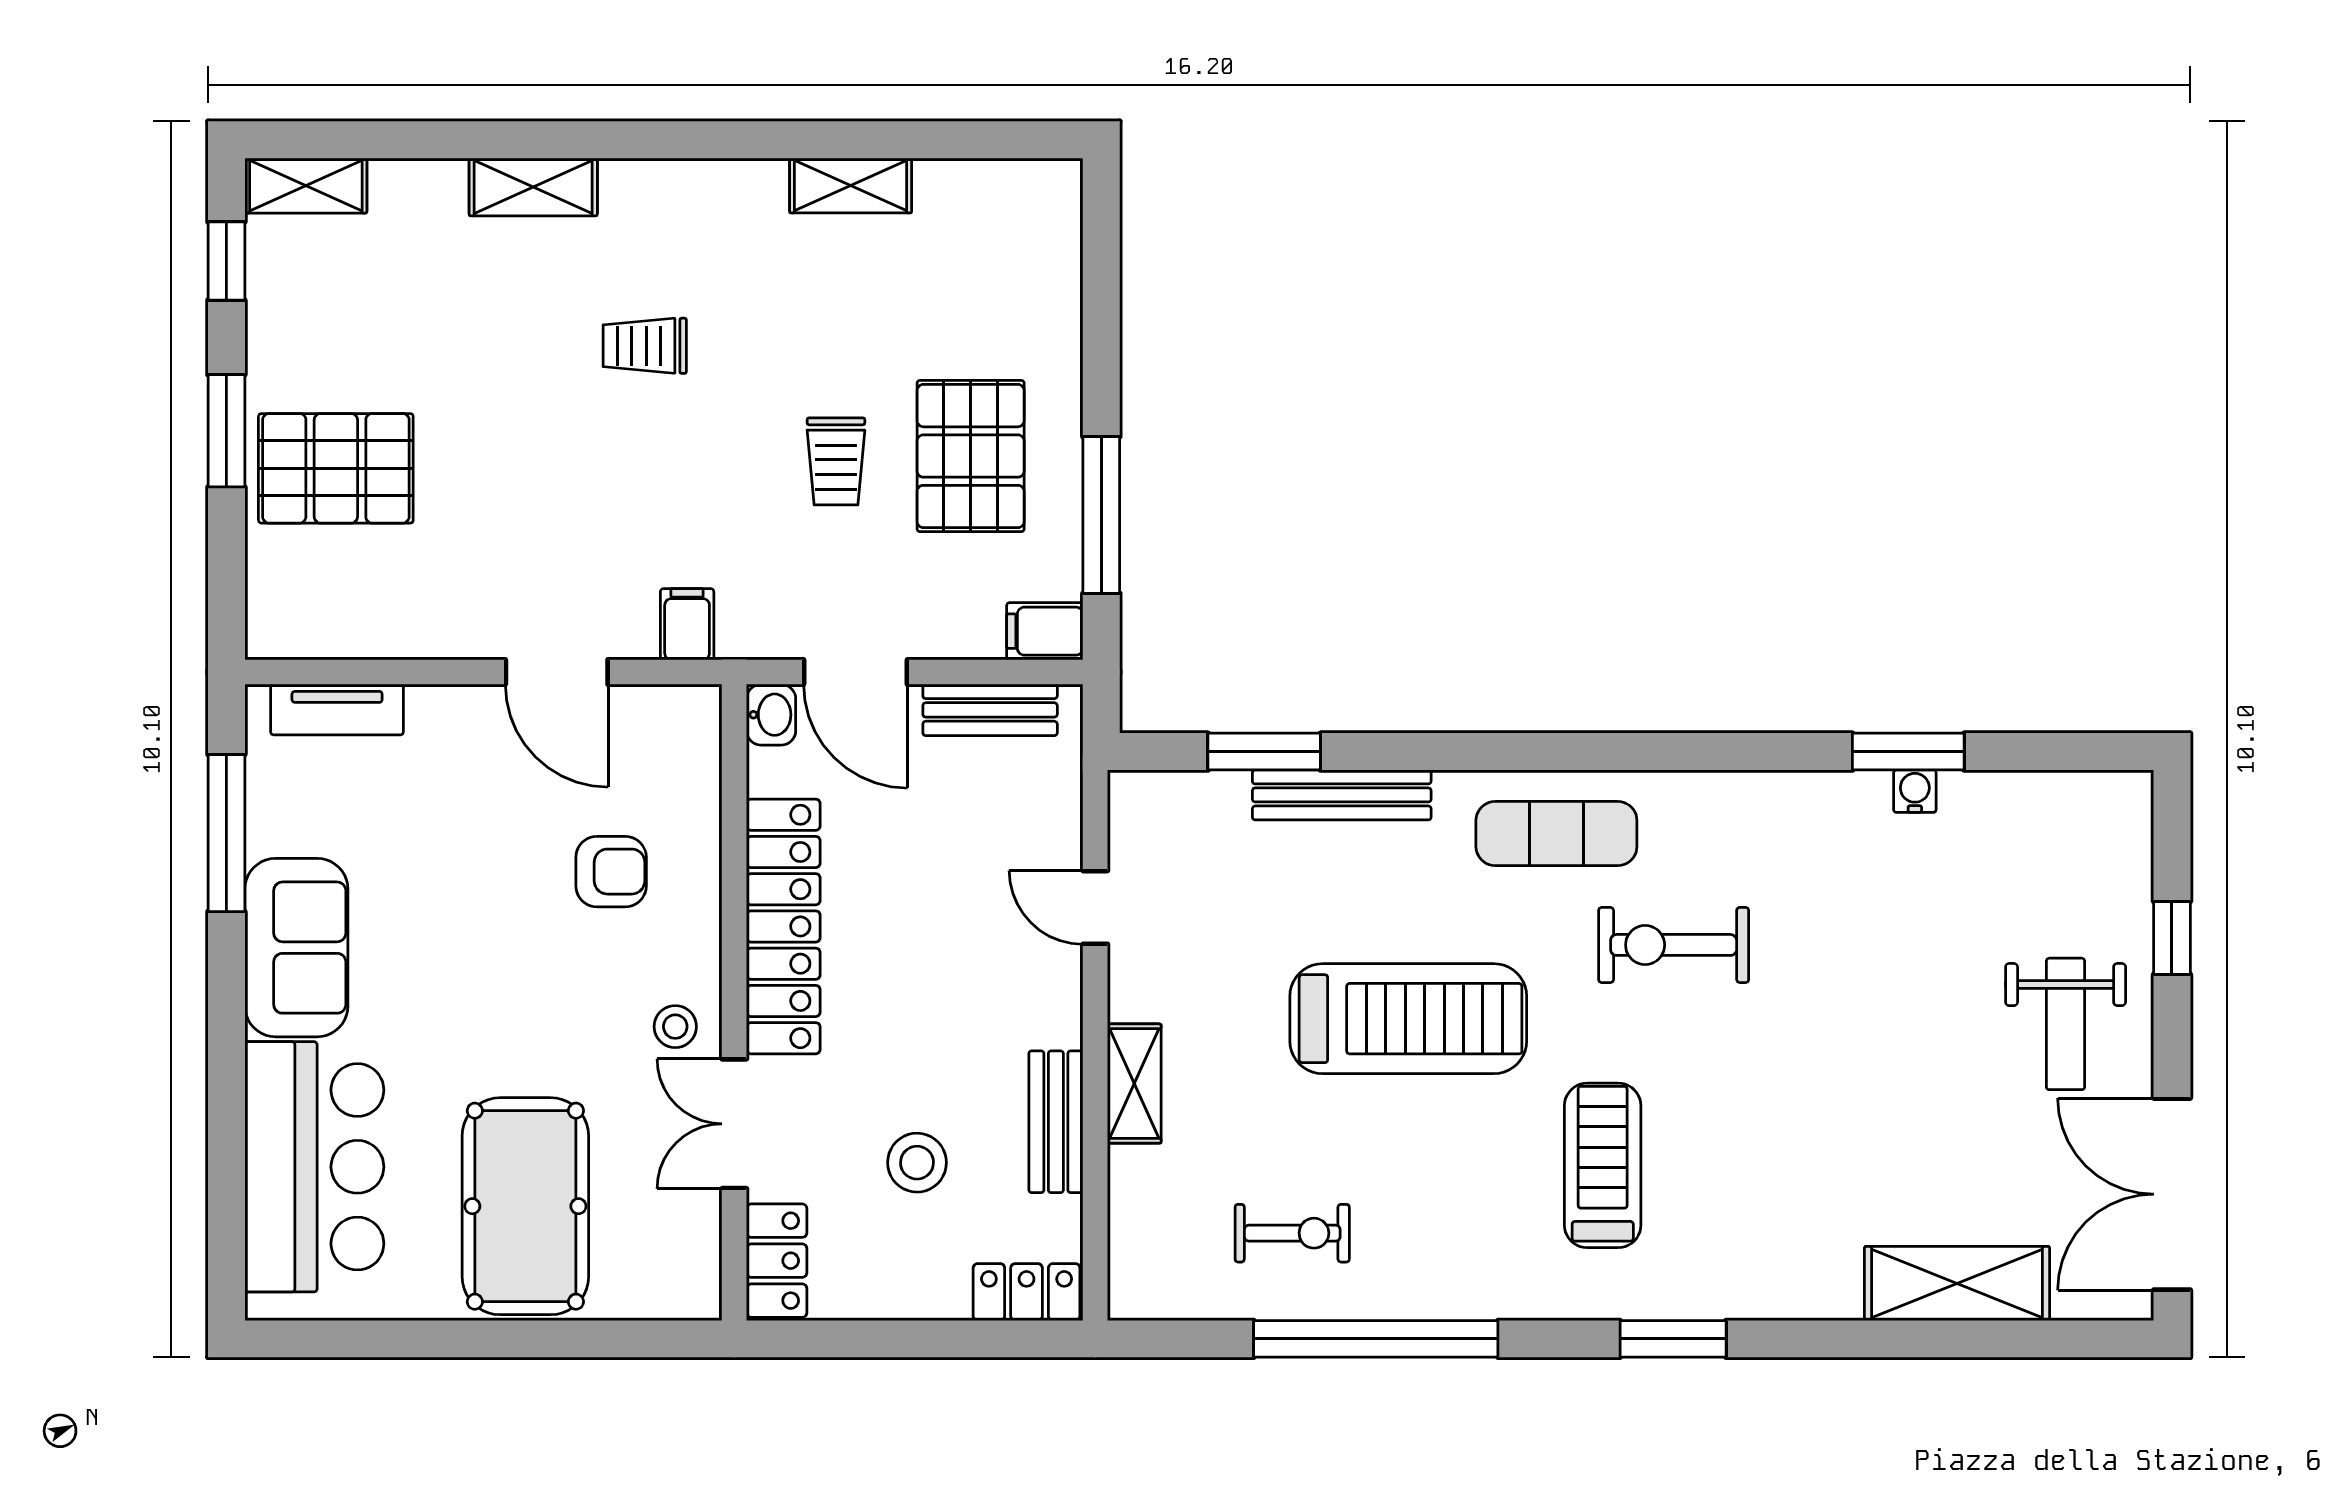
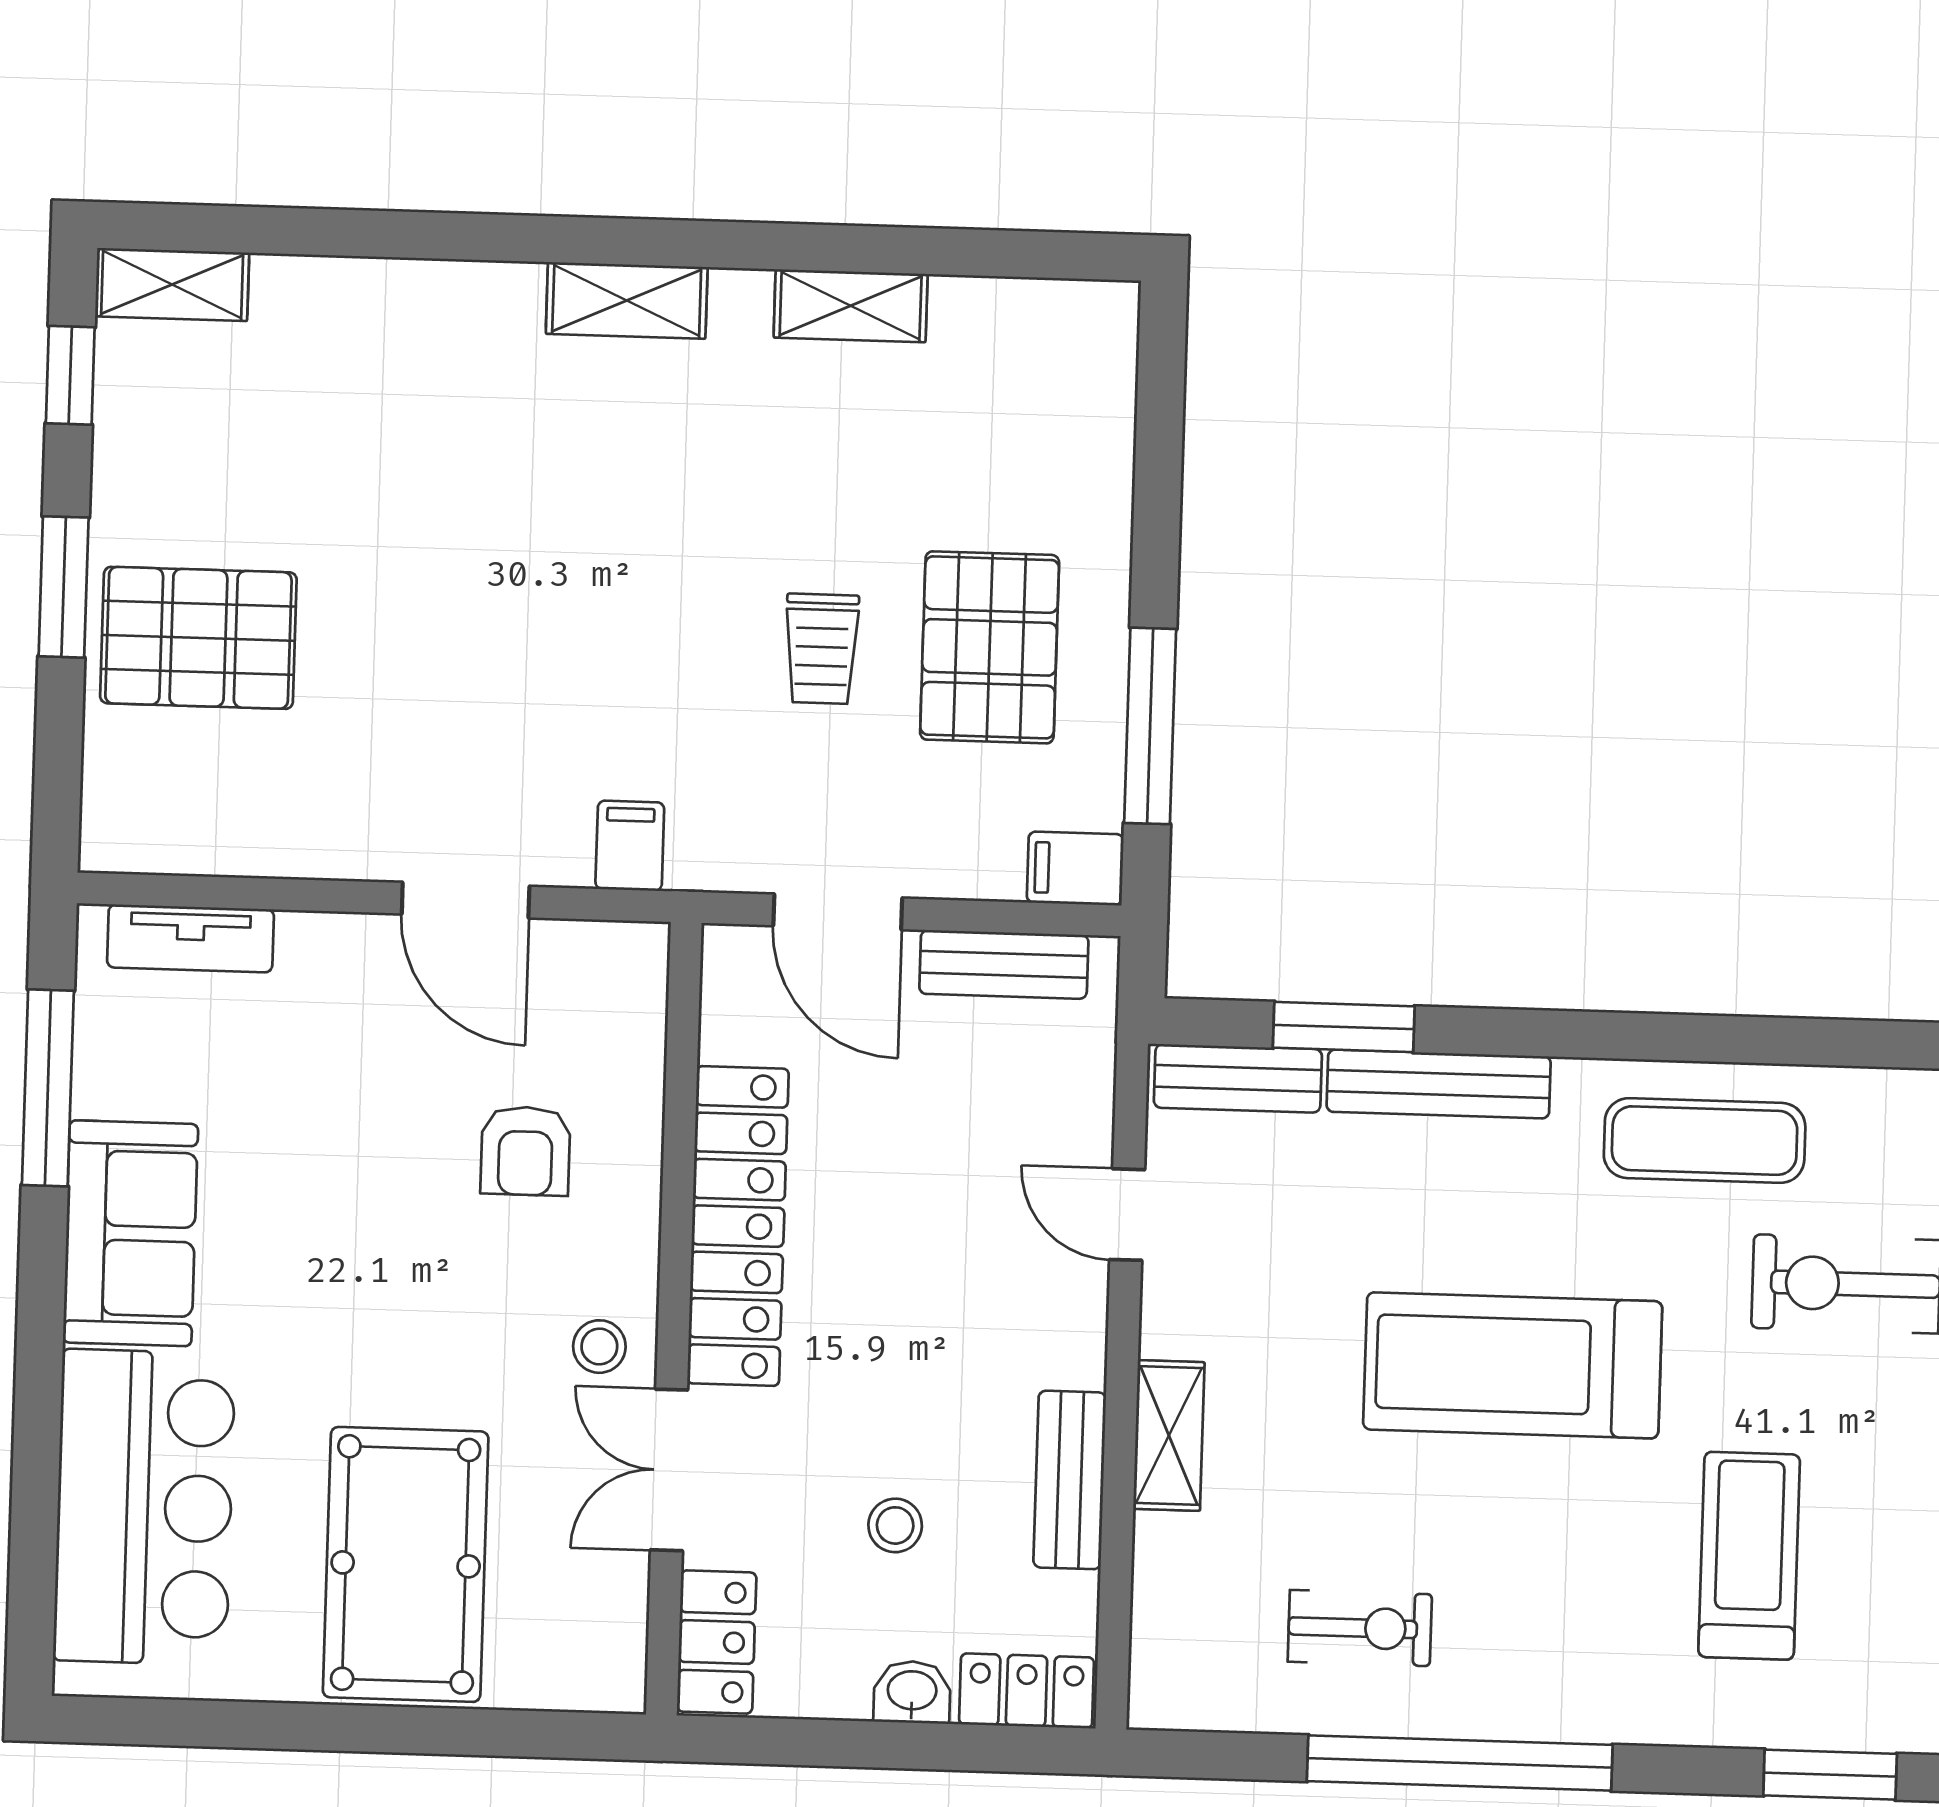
shelving: (533, 187) -> (627, 300), moved
trolley: (645, 346) -> (588, 497), removed
washbasin: (771, 715) -> (912, 1692), moved, turned -90
bench: (1181, 795) -> (1238, 1078), added
armchair: (611, 872) -> (525, 1151), turned 90
treadmill: (1408, 1019) -> (1513, 1365), turned 180
stool: (917, 1163) -> (895, 1525), width x0.73, depth x0.73

